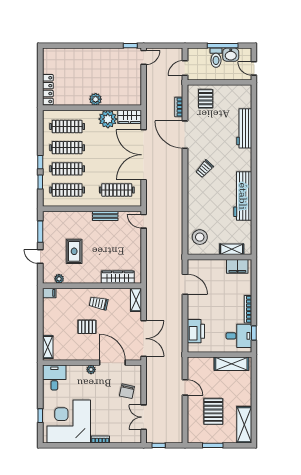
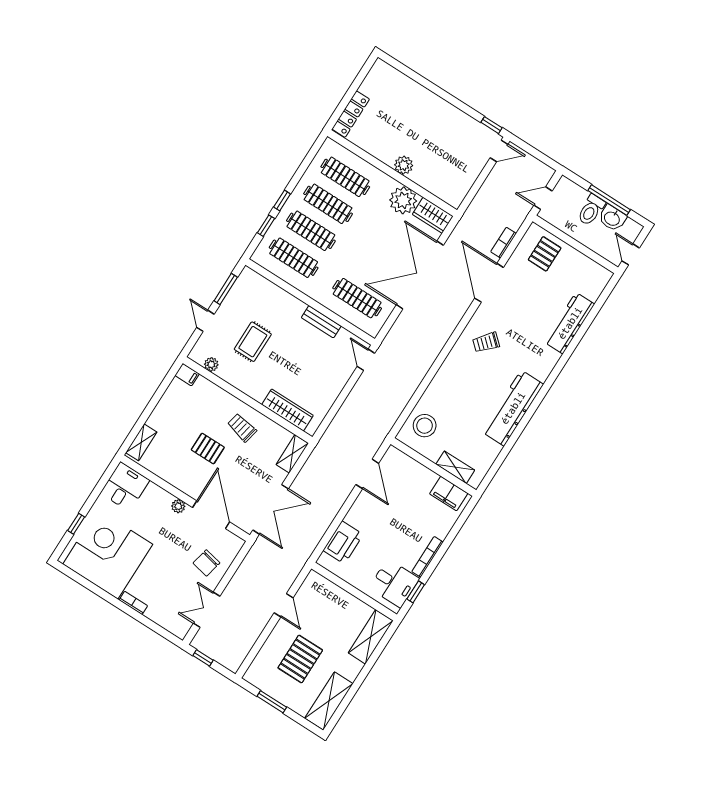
shelving: (231, 364) -> (371, 637), moved, turned 90

